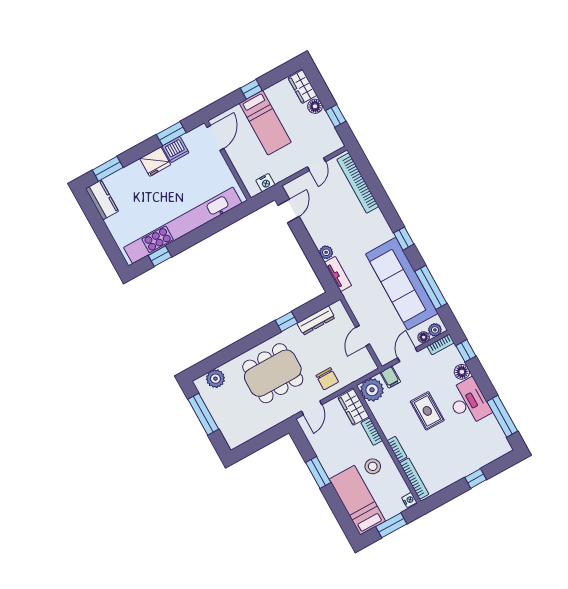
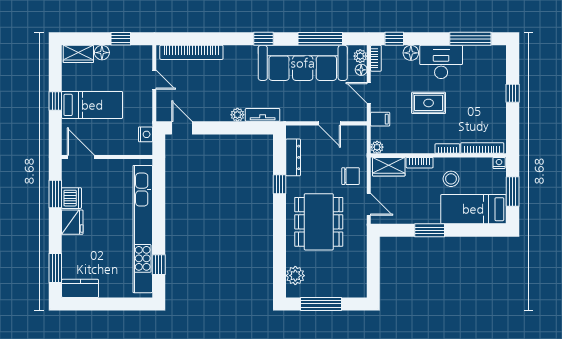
plant: (372, 390) -> (377, 147), width x0.53, depth x0.53

